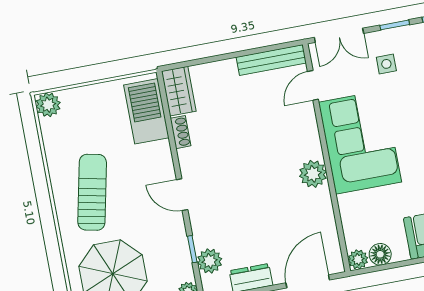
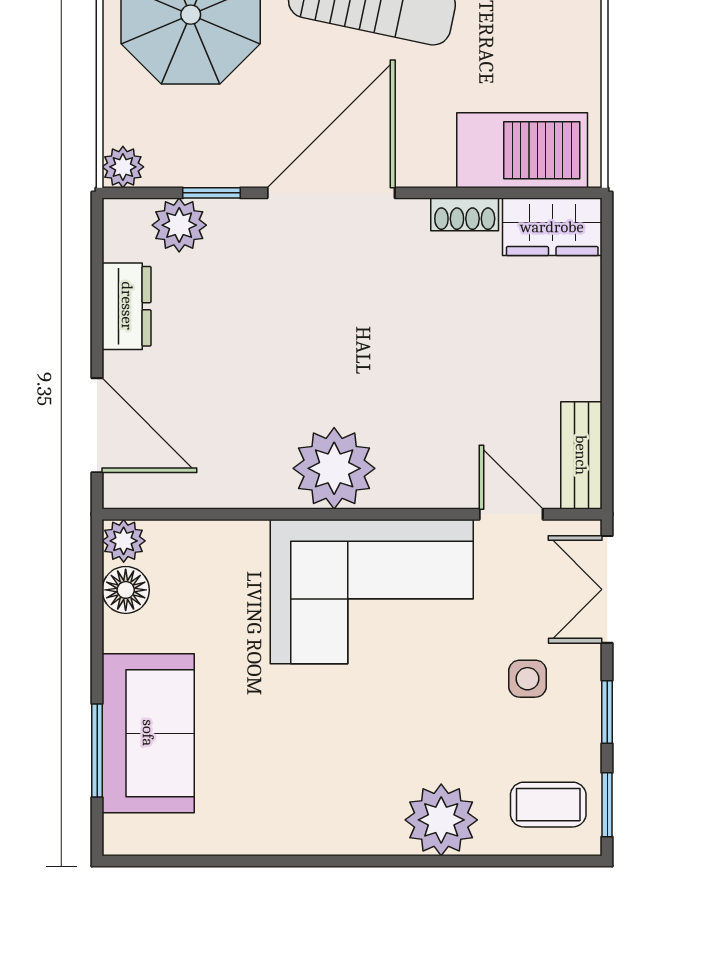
bench: (271, 60) -> (581, 455), width x0.73
plant: (313, 174) -> (334, 468), width x1.36, depth x1.36
door: (182, 195) -> (331, 193), width x1.87

